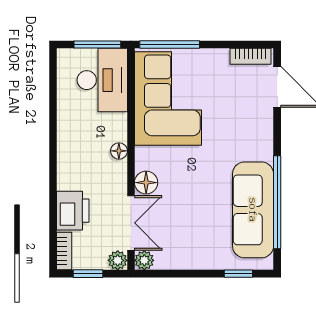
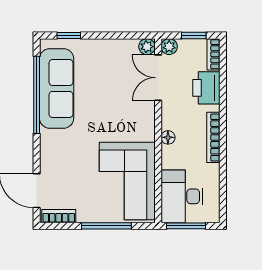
window: (170, 45) -> (106, 226), moved
bookcase: (64, 151) -> (213, 137), added
floor lamp: (146, 183) -> (145, 111), removed

